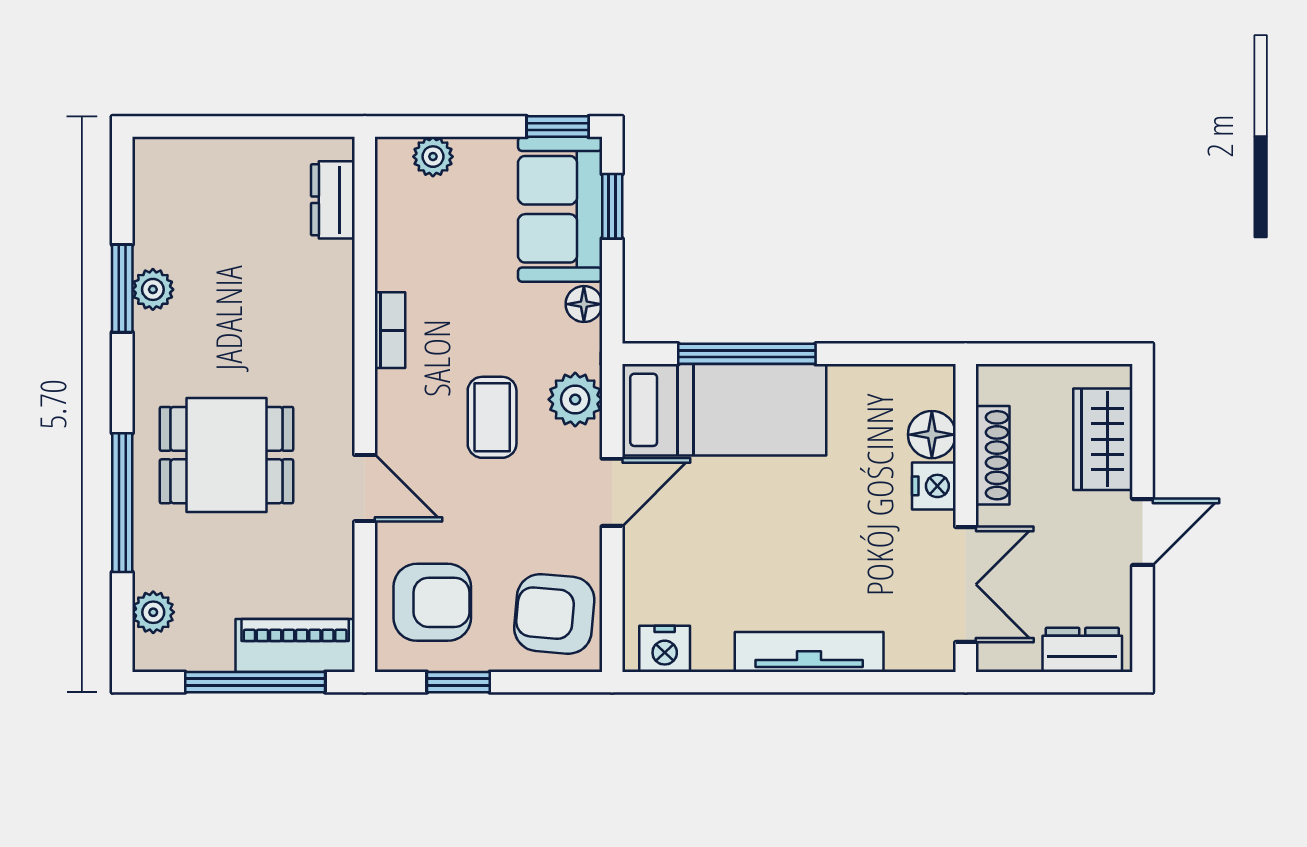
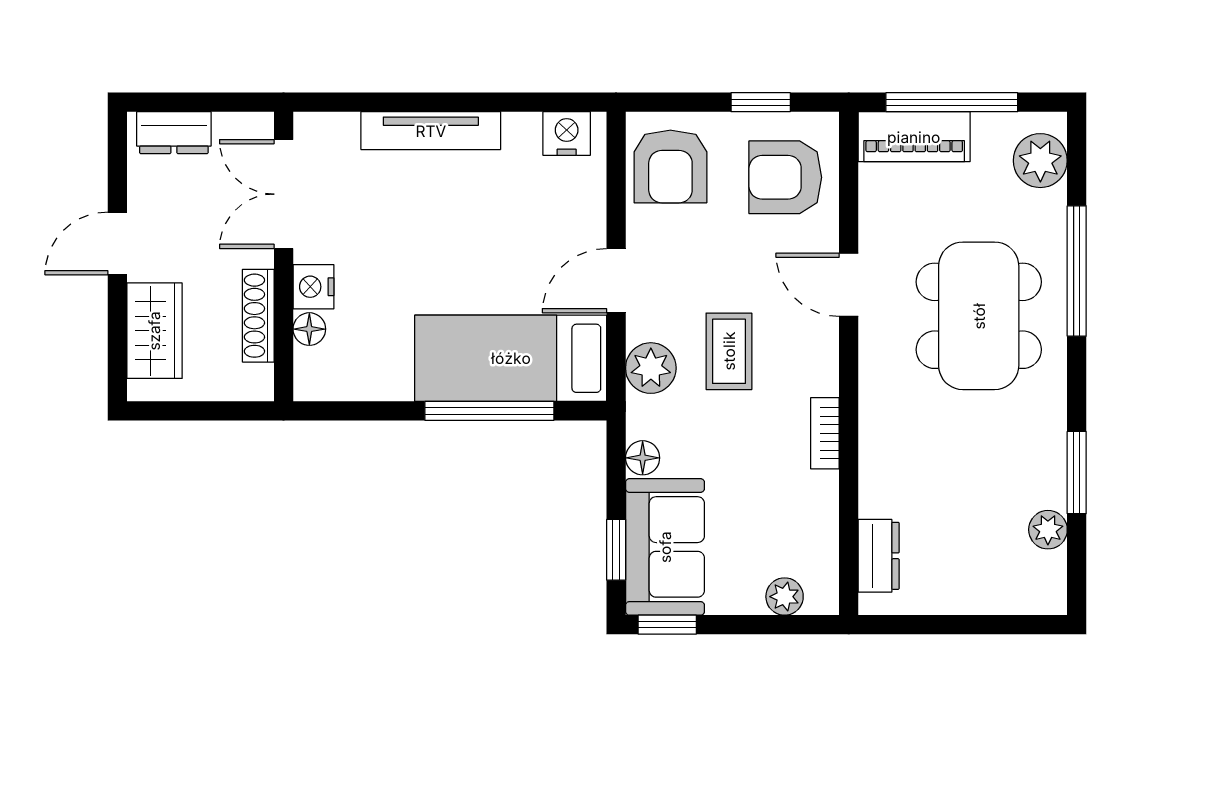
plant: (153, 289) -> (1048, 530), moved
floor lamp: (932, 435) -> (309, 329), width x0.73, depth x0.73
dining table: (227, 455) -> (979, 316), width x1.38
plant: (153, 612) -> (1040, 161), width x1.38, depth x1.38
armchair: (554, 614) -> (670, 166), turned 85

